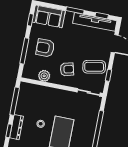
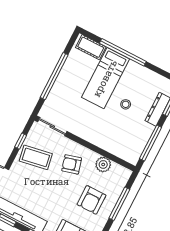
armchair: (45, 48) -> (91, 200), turned 90

